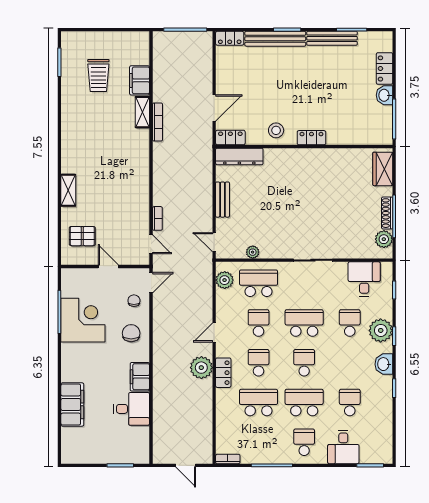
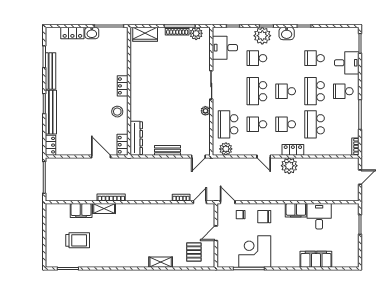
plant: (253, 252) -> (205, 111), moved

